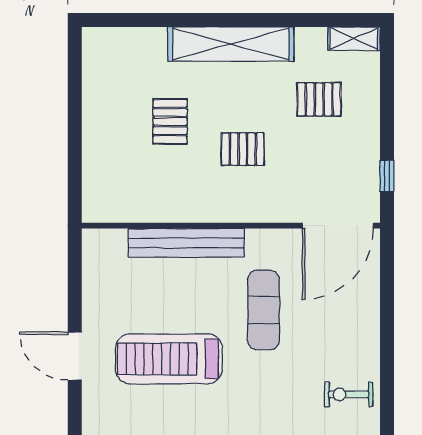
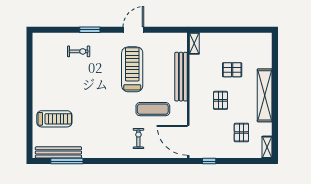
shelving: (107, 211) -> (194, 43), added
exercise bike: (349, 395) -> (138, 138), moved

